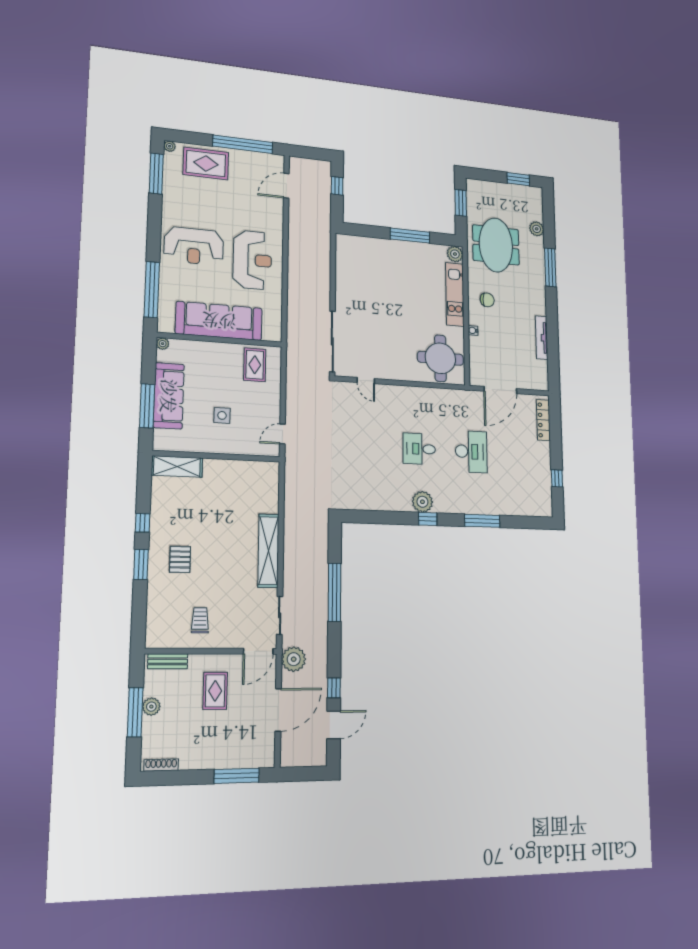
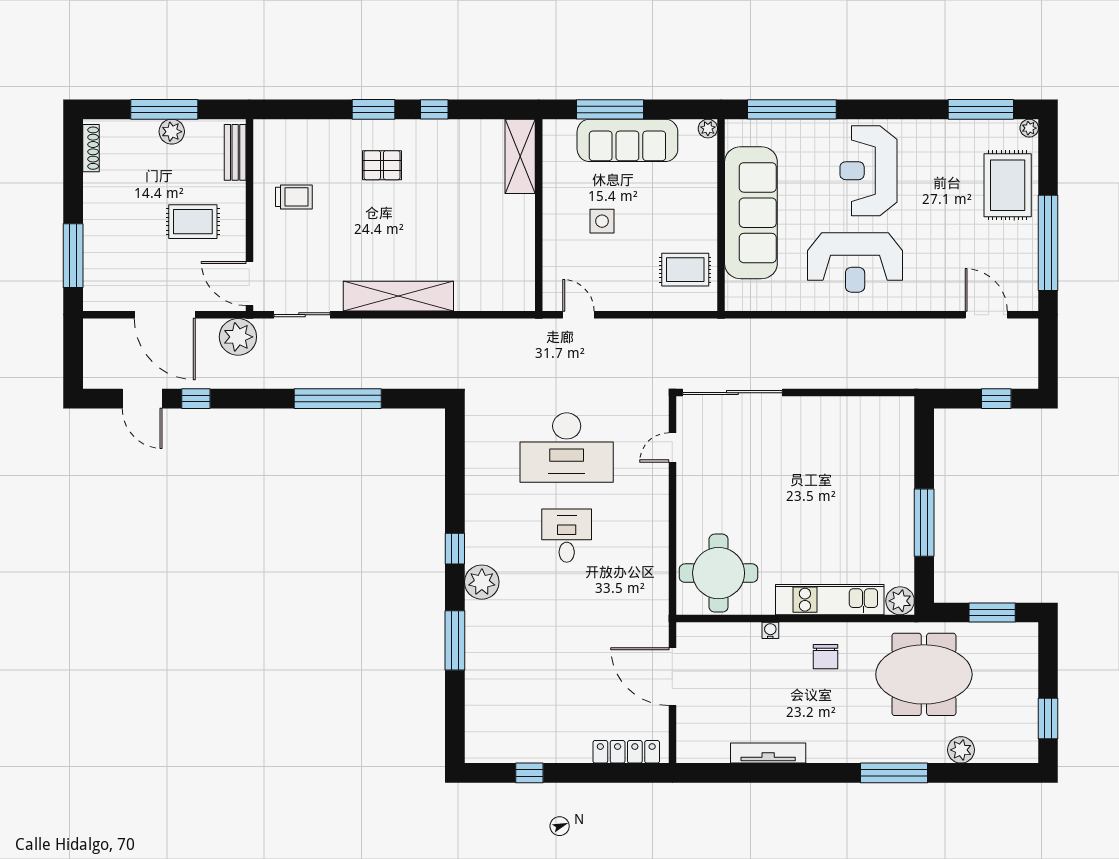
desk: (471, 452) -> (567, 447), moved, width x1.36, depth x1.30
plant: (422, 502) -> (482, 582), moved

